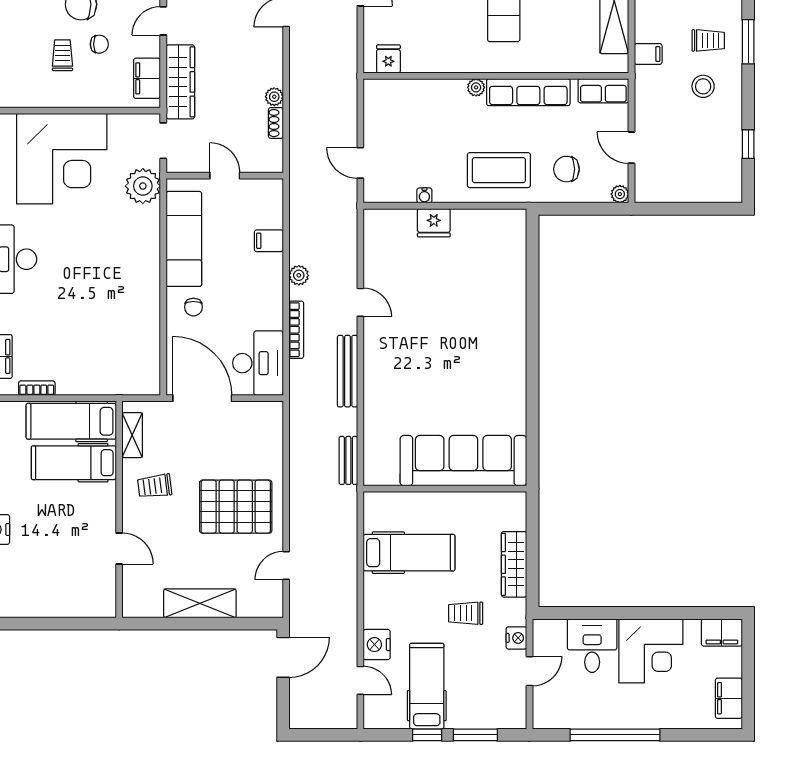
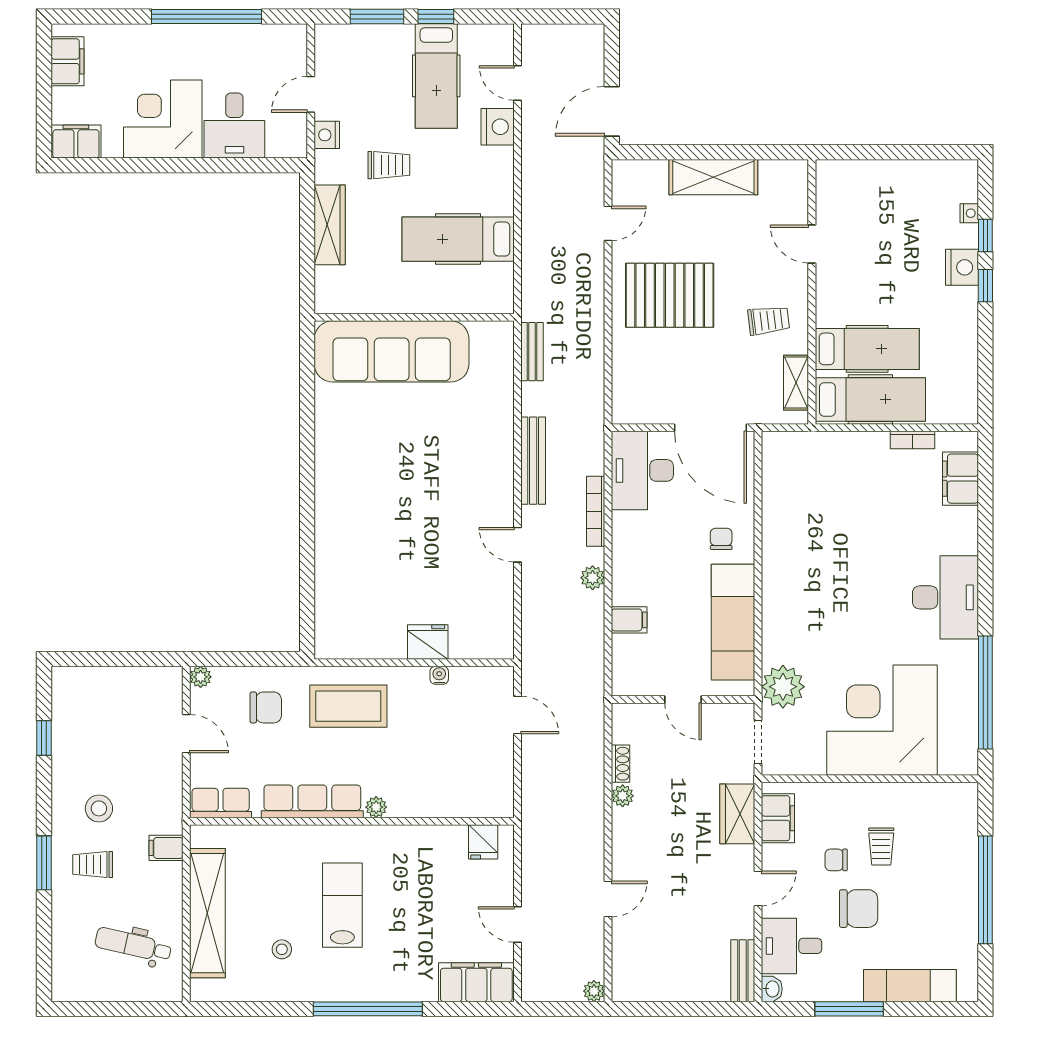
wardrobe: (180, 82) -> (737, 814), width x0.67

